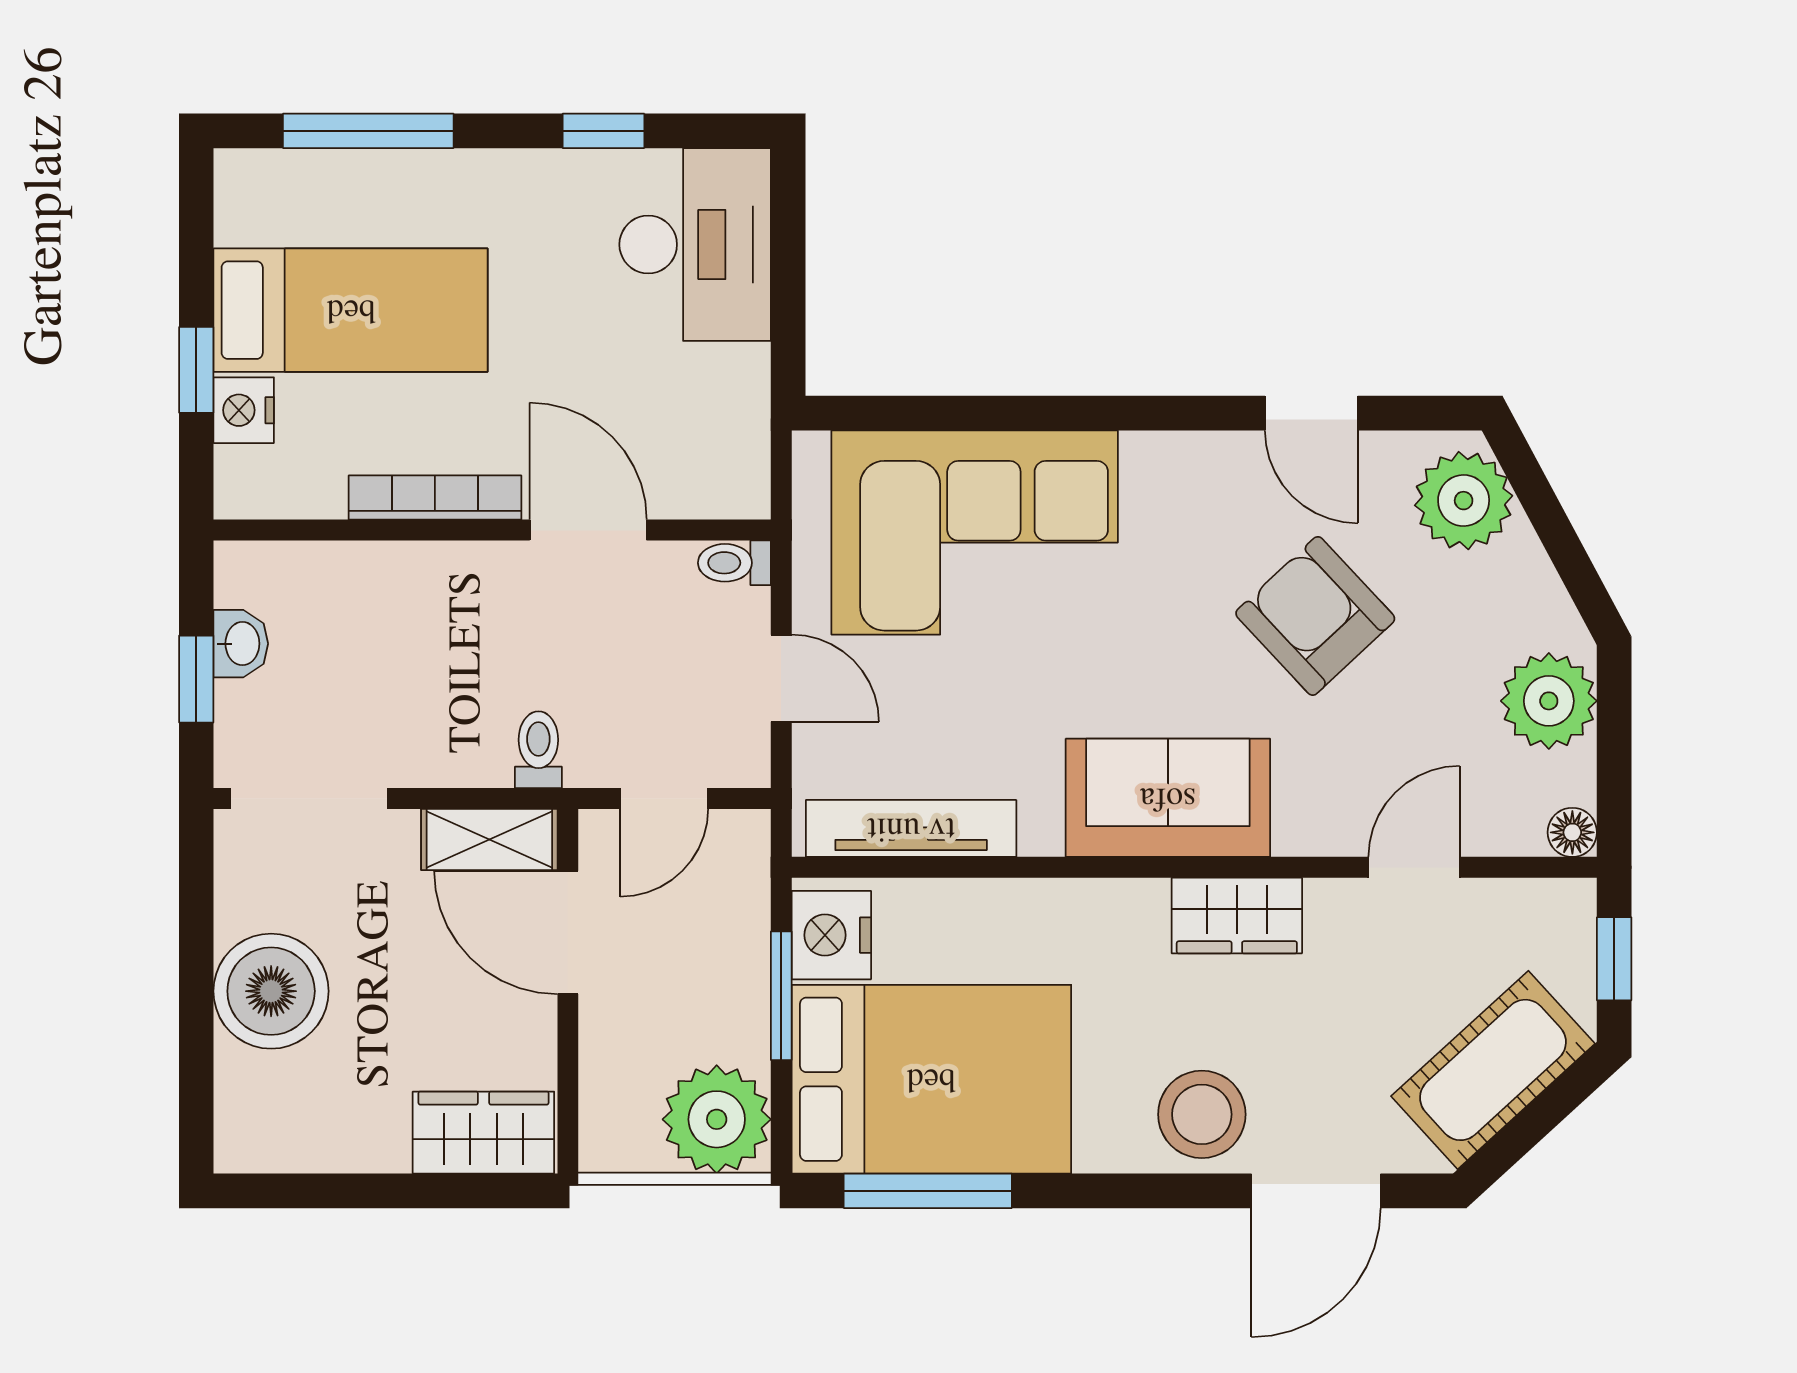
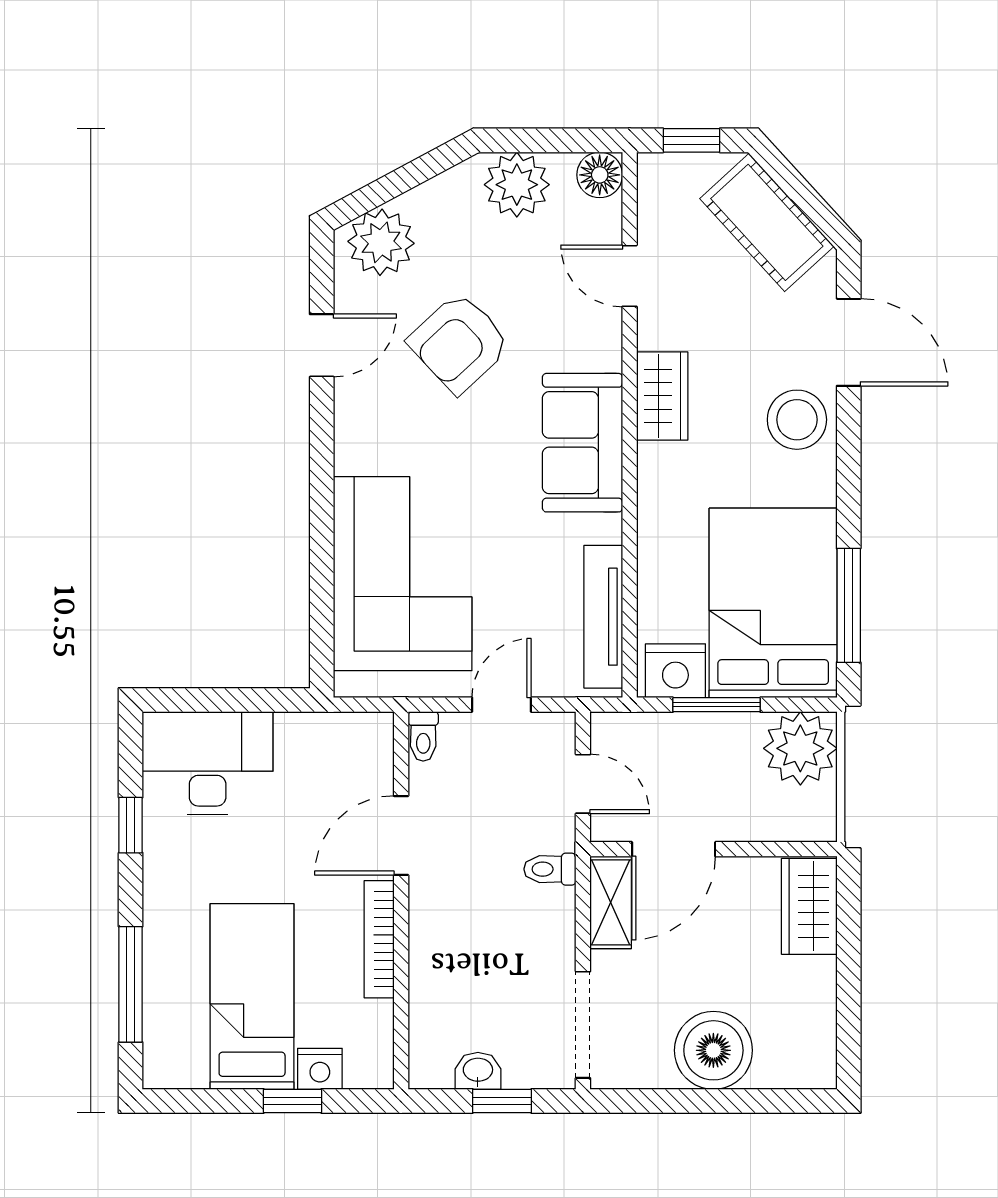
floor lamp: (1572, 832) -> (600, 175), width x1.37, depth x1.37

